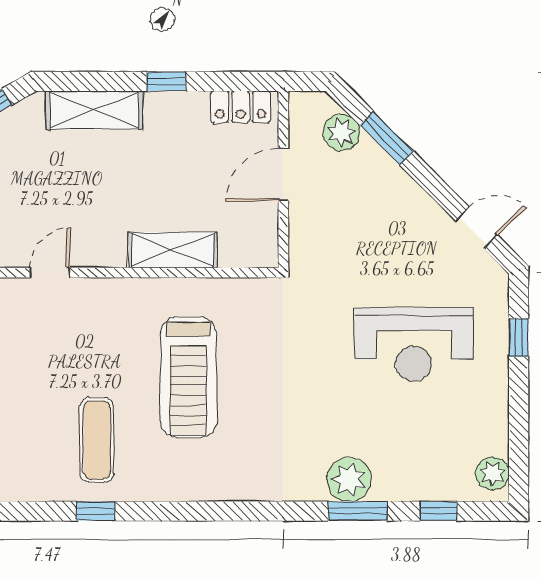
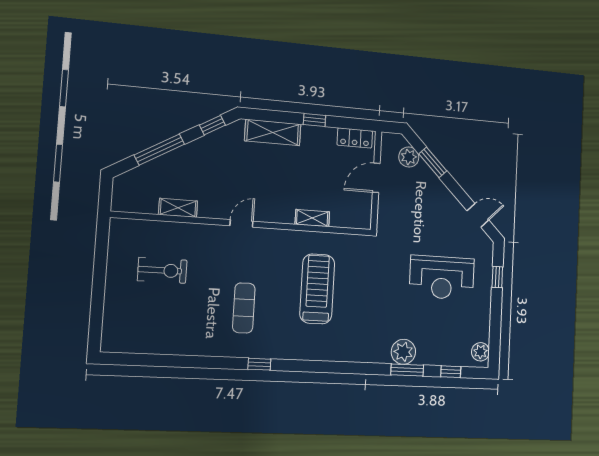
shelving: (172, 250) -> (312, 218), width x0.67, depth x0.75
treadmill: (188, 377) -> (317, 289), turned 180
exercise mat: (97, 440) -> (244, 308), moved

